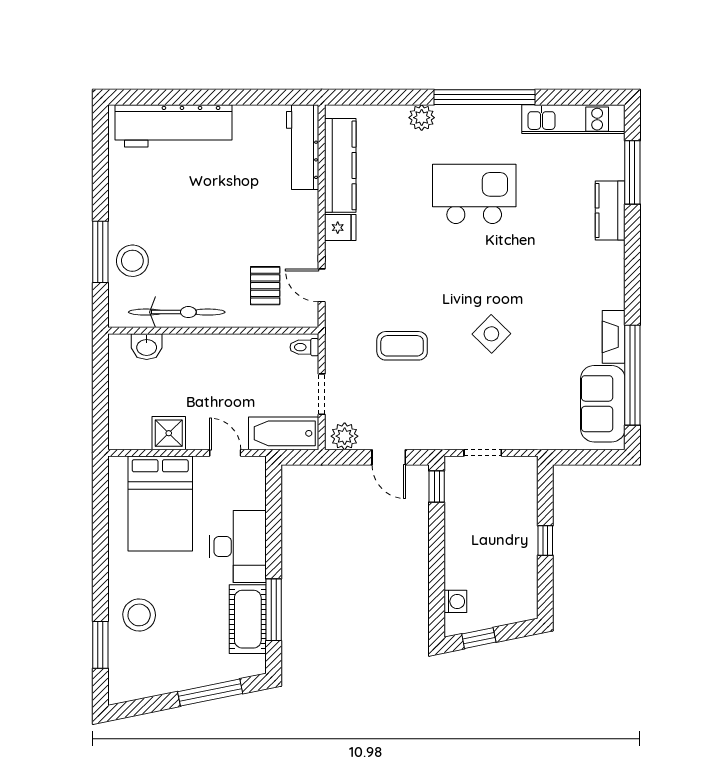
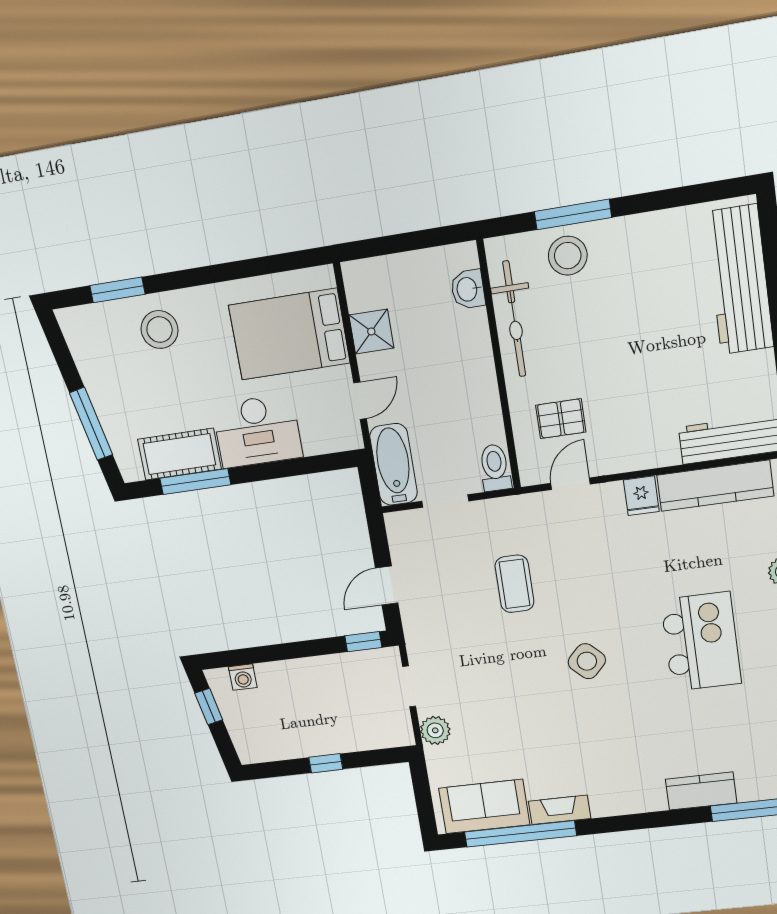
side table: (491, 334) -> (587, 661), moved
toilet: (304, 347) -> (495, 468), width x1.37, depth x1.39
plant: (345, 436) -> (435, 730), moved

